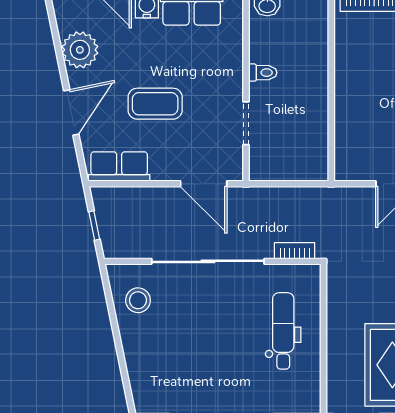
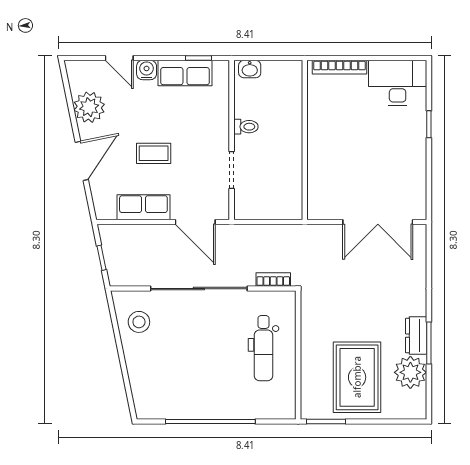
coffee table: (155, 104) -> (154, 153), width x0.73, depth x0.77
row of seats: (119, 167) -> (143, 207), moved
dental chair: (283, 331) -> (264, 348), turned 180

